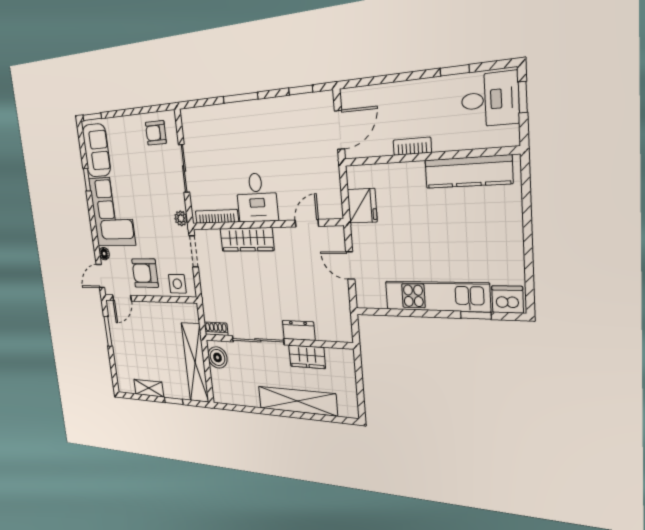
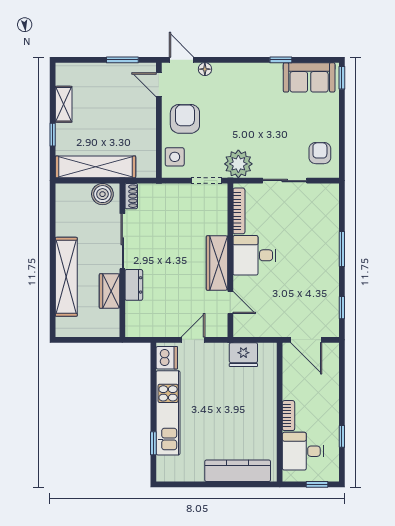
desk: (490, 100) -> (303, 451), moved, turned 90
bookcase: (412, 146) -> (288, 416), moved
kitchen counter: (468, 172) -> (238, 471), moved, turned 90
corner sofa: (112, 212) -> (247, 87), removed
plant: (181, 218) -> (238, 164), width x1.87, depth x1.87
wardrobe: (247, 240) -> (217, 263), moved
dishwasher: (508, 299) -> (167, 358), moved

